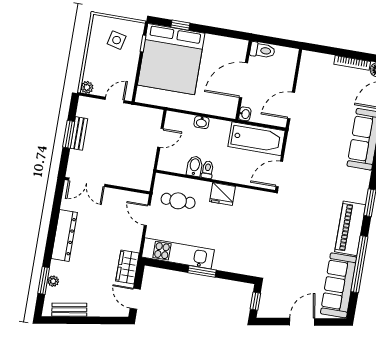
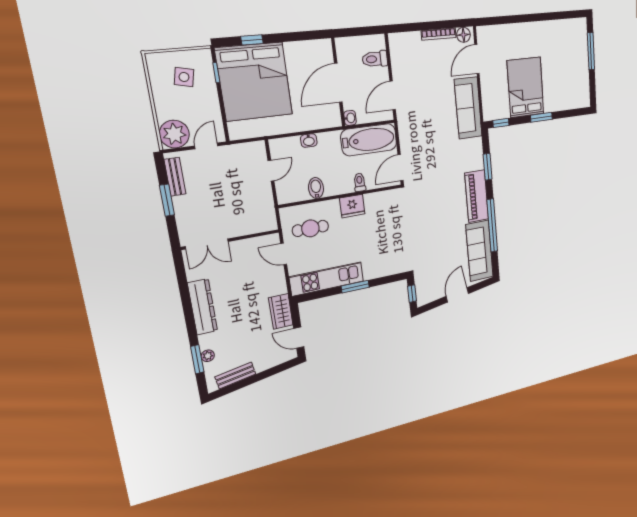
toilet: (262, 50) -> (375, 59), moved, turned 180
plant: (87, 87) -> (174, 134), width x1.88, depth x1.88
bench: (79, 133) -> (175, 177), moved
toilet: (208, 170) -> (360, 182), moved

